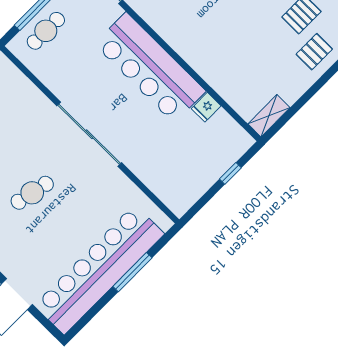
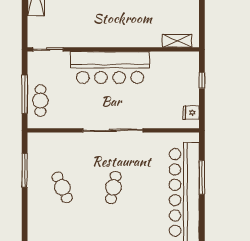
fridge: (206, 107) -> (191, 113), moved, turned 90
shelving: (269, 116) -> (177, 41), moved, turned 90

